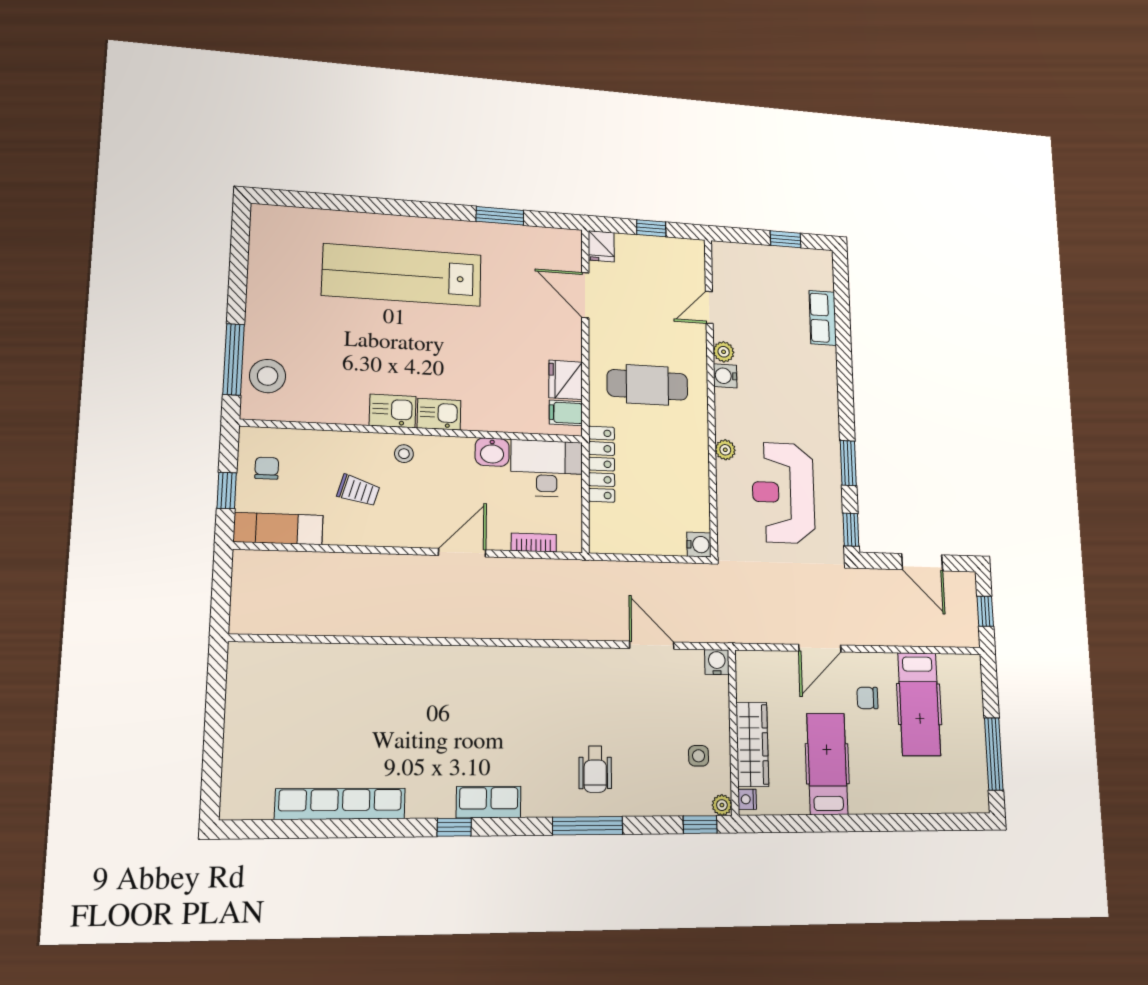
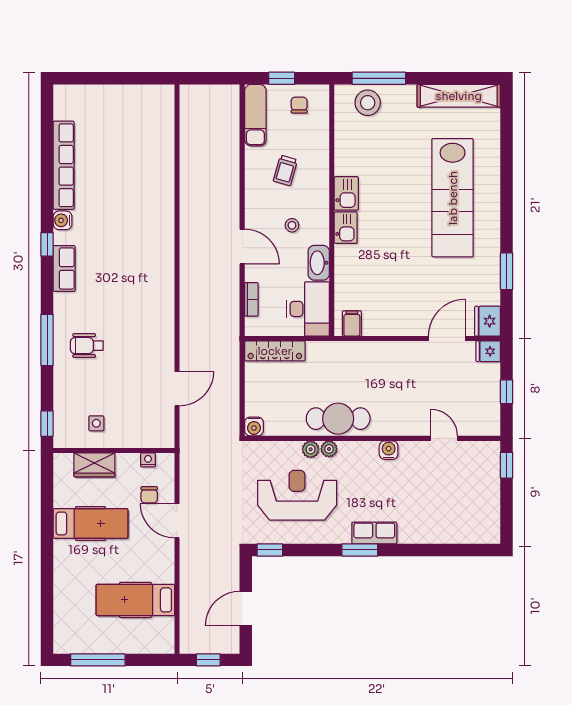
window: (786, 239) -> (507, 465), moved
shelving: (264, 257) -> (459, 96), added
lab bench: (402, 275) -> (453, 198), turned 180
row of seats: (823, 318) -> (374, 533), moved
plant: (724, 352) -> (311, 449), moved
fridge: (566, 380) -> (488, 321), moved, turned -90
cafe table: (647, 385) -> (338, 419), moved, turned 90
washbasin: (492, 452) -> (319, 263), width x1.38
stool: (404, 454) -> (292, 225), moved
window: (848, 463) -> (360, 550), moved
locker: (602, 464) -> (275, 351), moved
chair: (267, 468) -> (299, 105), turned -90
water cooler: (717, 662) -> (63, 220), moved, turned 180
chair: (867, 698) -> (149, 495), moved, turned 180
wardrobe: (752, 744) -> (94, 465), width x0.67
nightstand: (747, 799) -> (148, 460), moved
plant: (722, 805) -> (61, 440), removed

